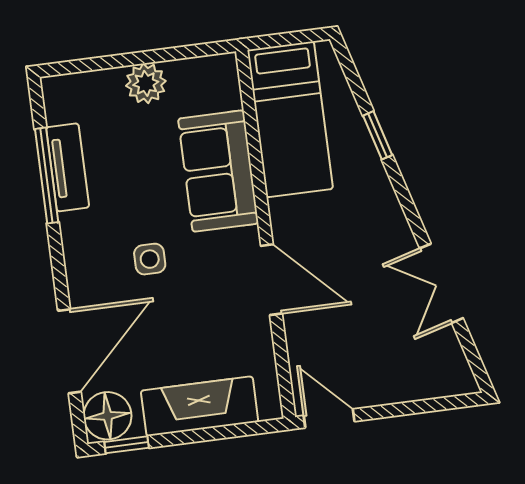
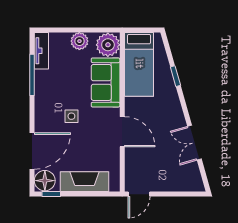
plant: (213, 83) -> (108, 45), added
tv unit: (68, 167) -> (41, 51), moved
door: (329, 419) -> (139, 194), swing flipped

